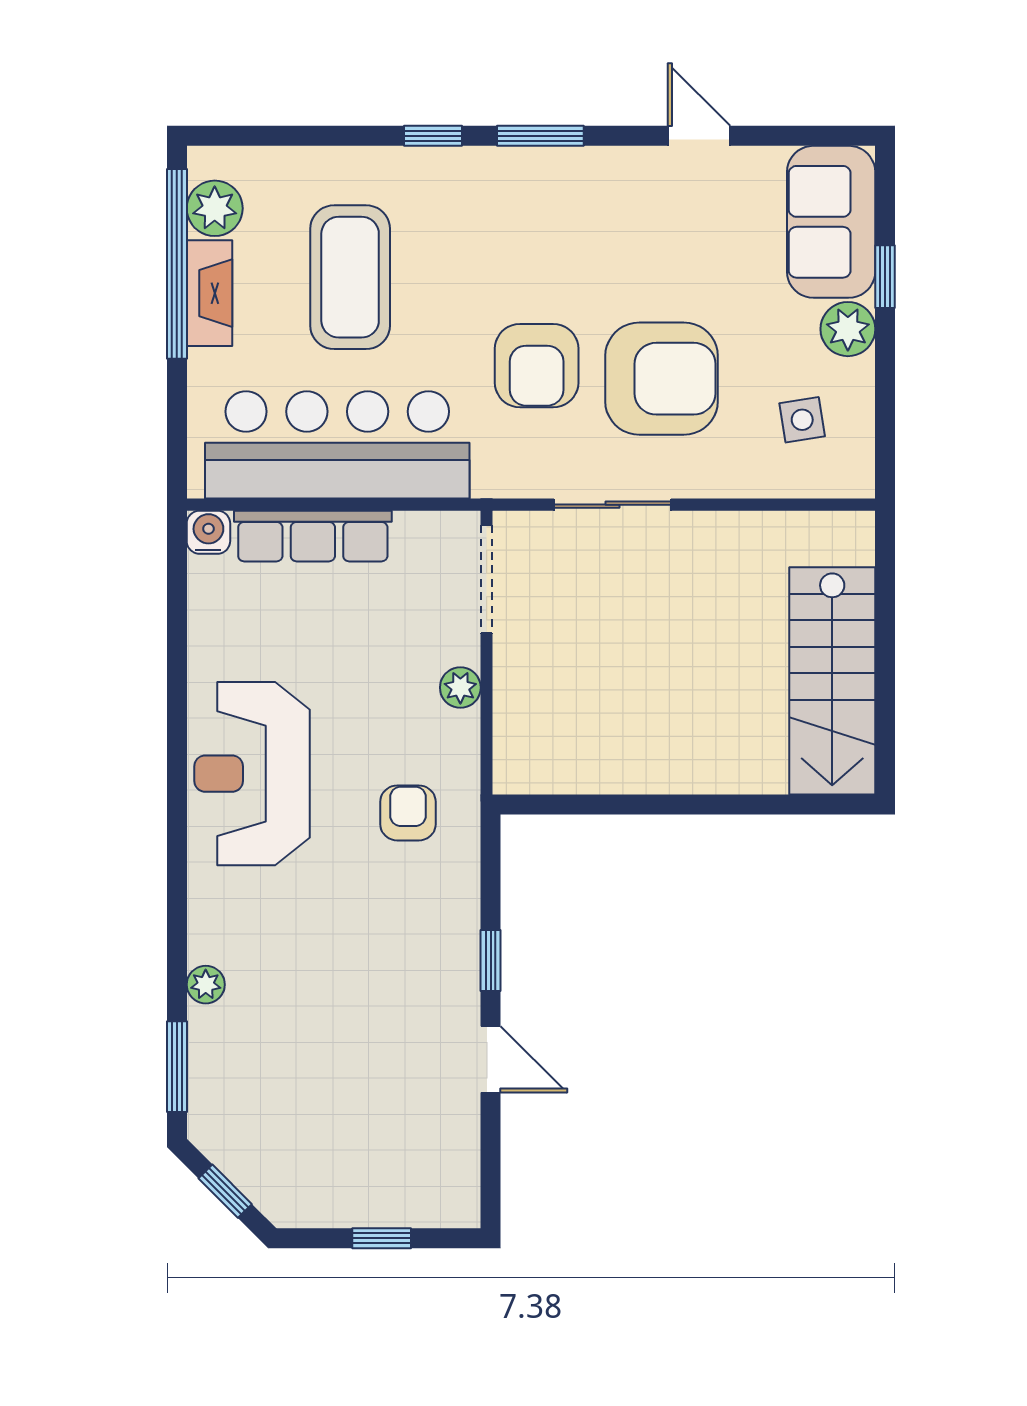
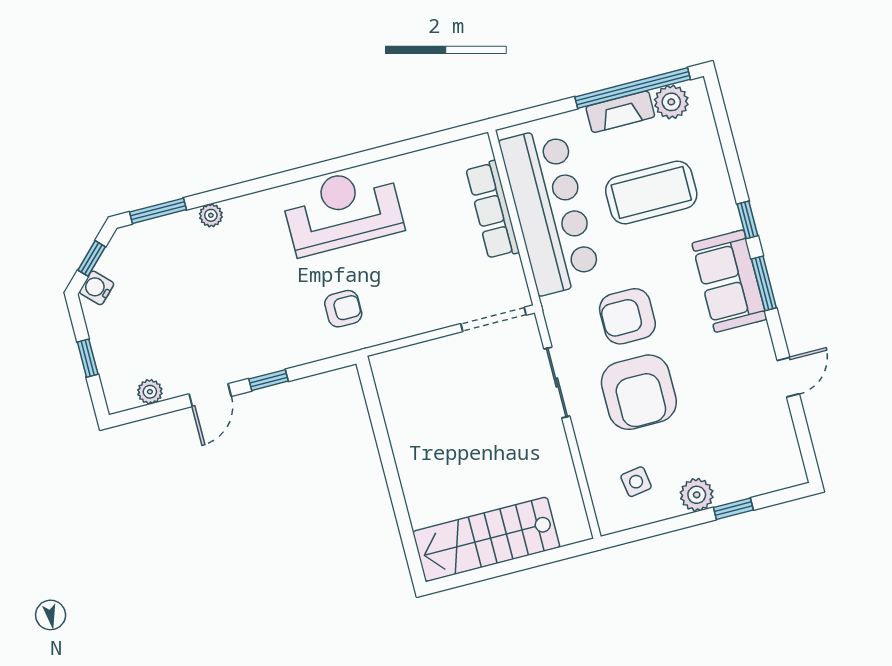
sofa: (831, 222) -> (729, 281), moved, turned -90
water cooler: (208, 532) -> (97, 288), moved, turned -135
plant: (460, 688) -> (150, 392), moved

